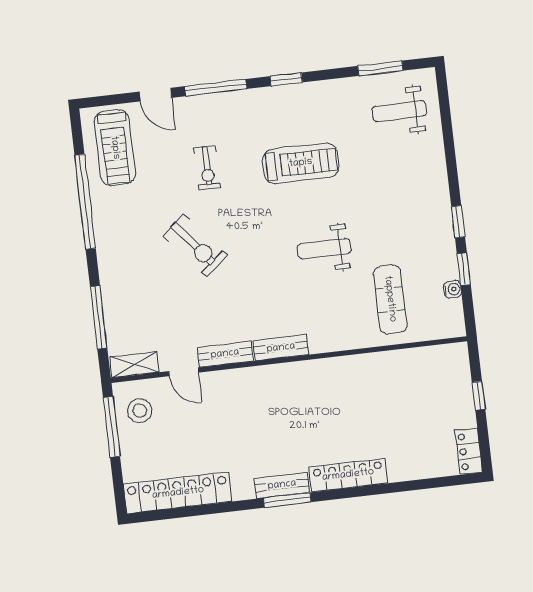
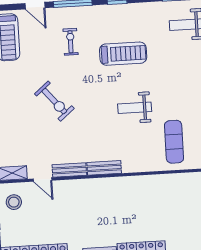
exercise bike: (207, 168) -> (71, 42), moved, turned 180

